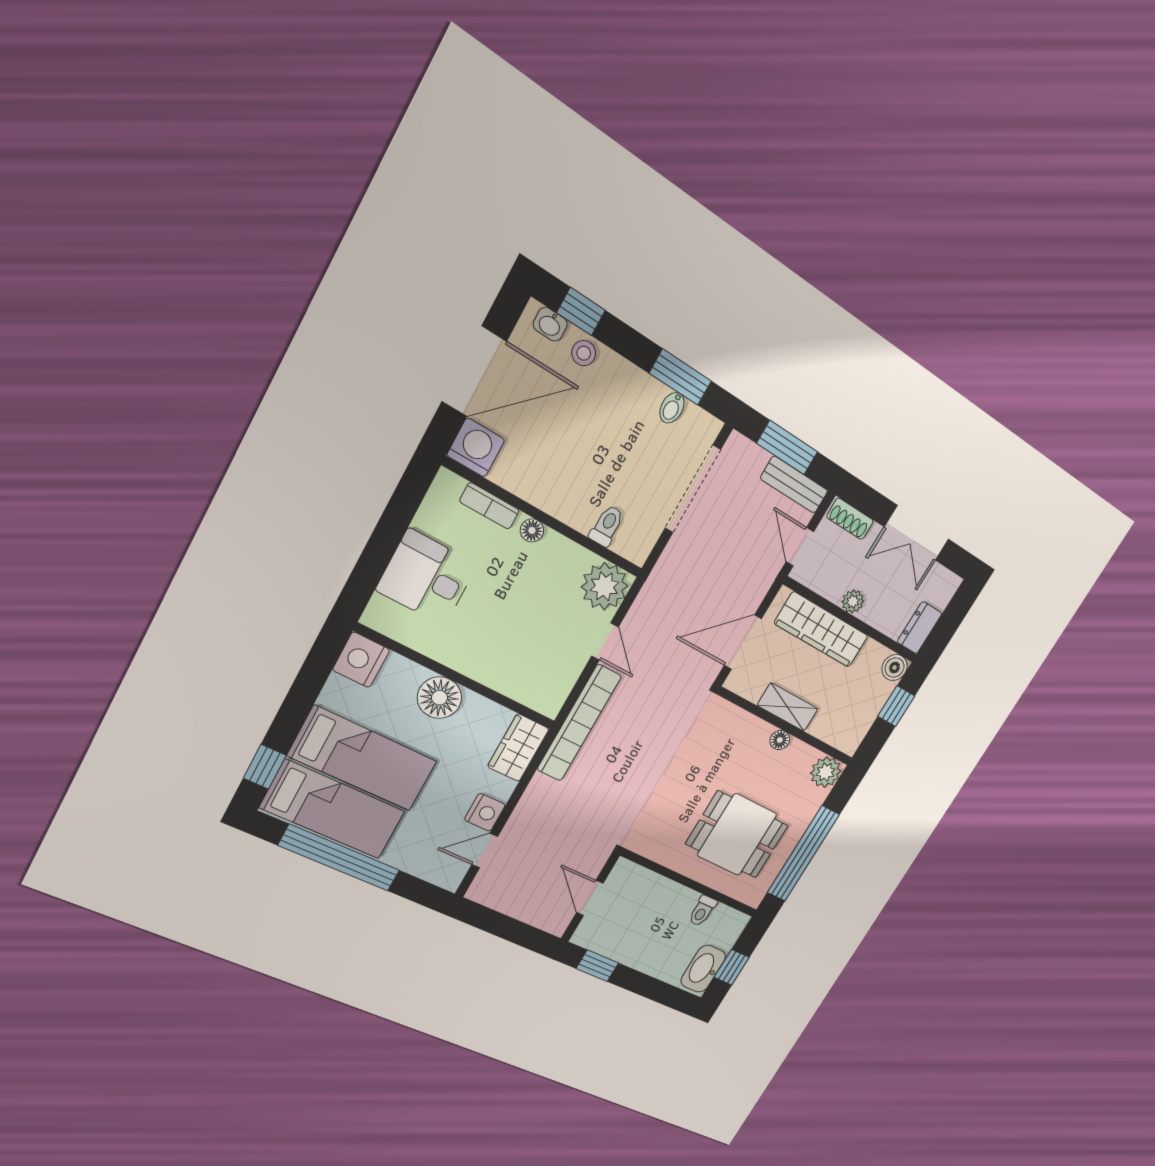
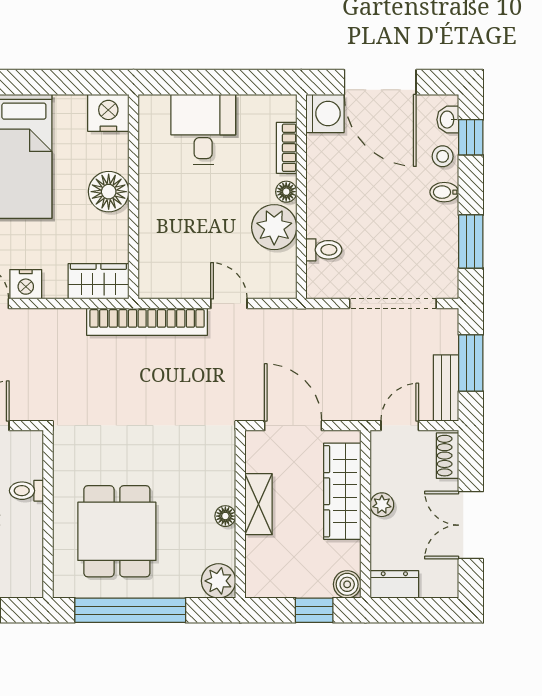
bidet: (672, 408) -> (444, 192), moved
plant: (605, 586) -> (274, 227), moved
door: (605, 641) -> (229, 304), swing flipped
toilet: (702, 911) -> (26, 491), moved

